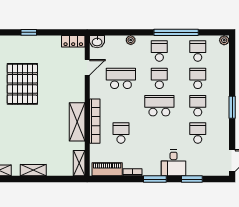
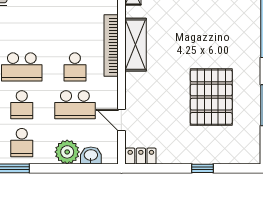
plant: (131, 40) -> (67, 152), width x1.88, depth x1.88
washbasin: (97, 42) -> (91, 155), moved
door: (87, 67) -> (121, 120), hinge flipped
school desk: (121, 133) -> (75, 67), moved

